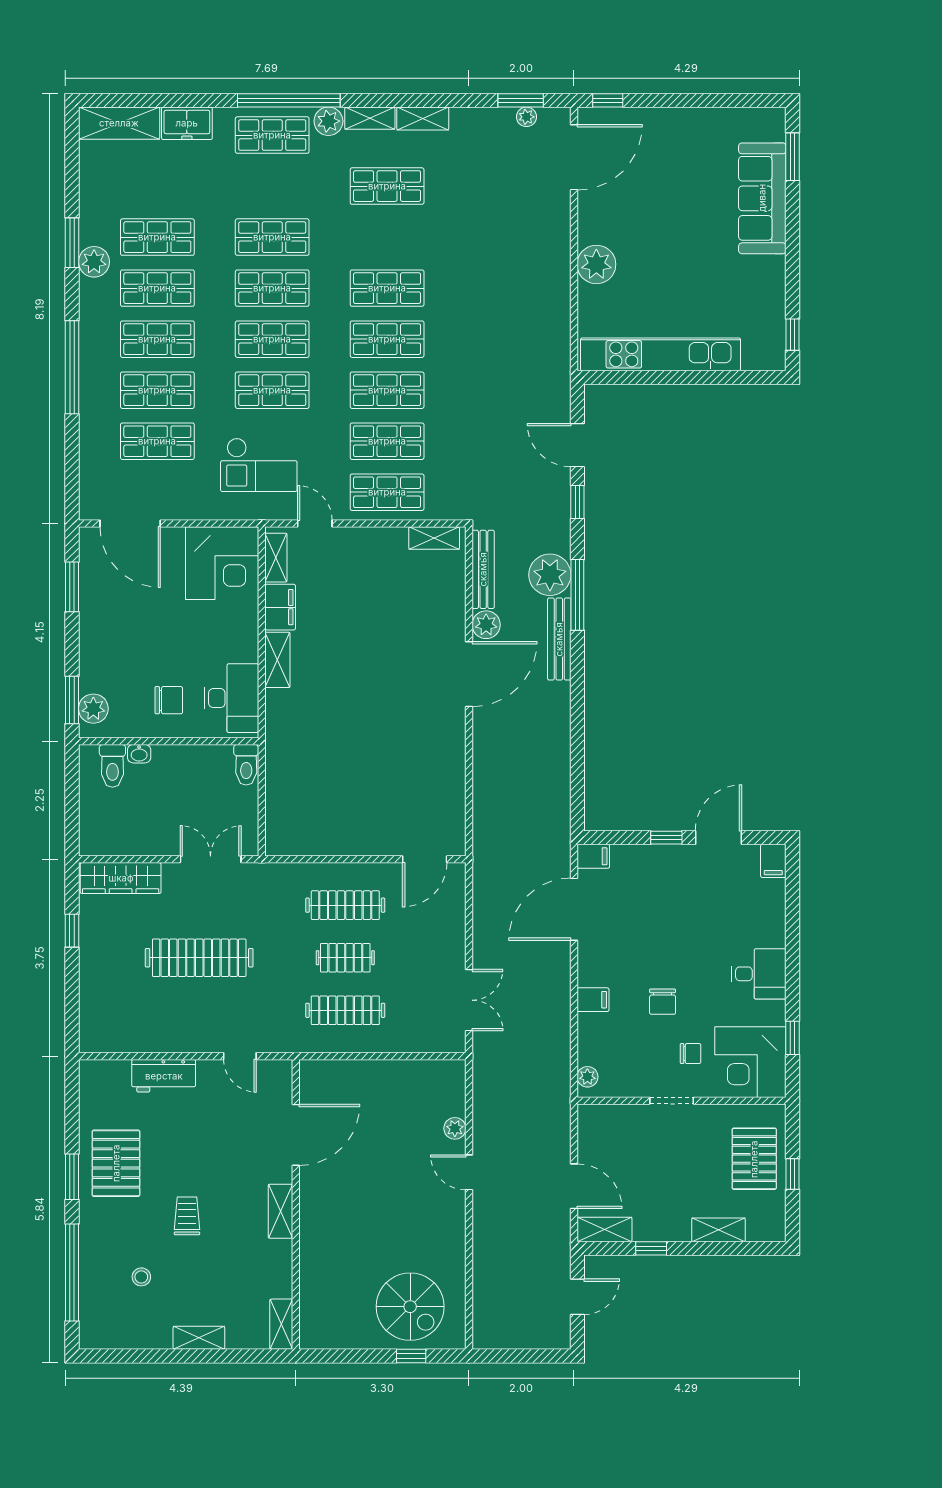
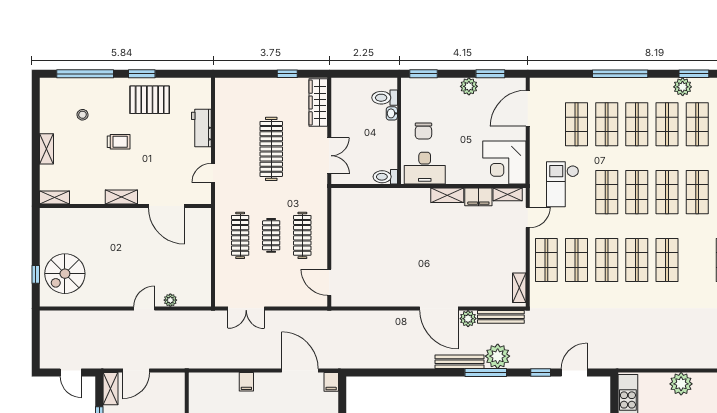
plant: (93, 709) -> (469, 86), moved
plant: (587, 1077) -> (201, 378), removed

